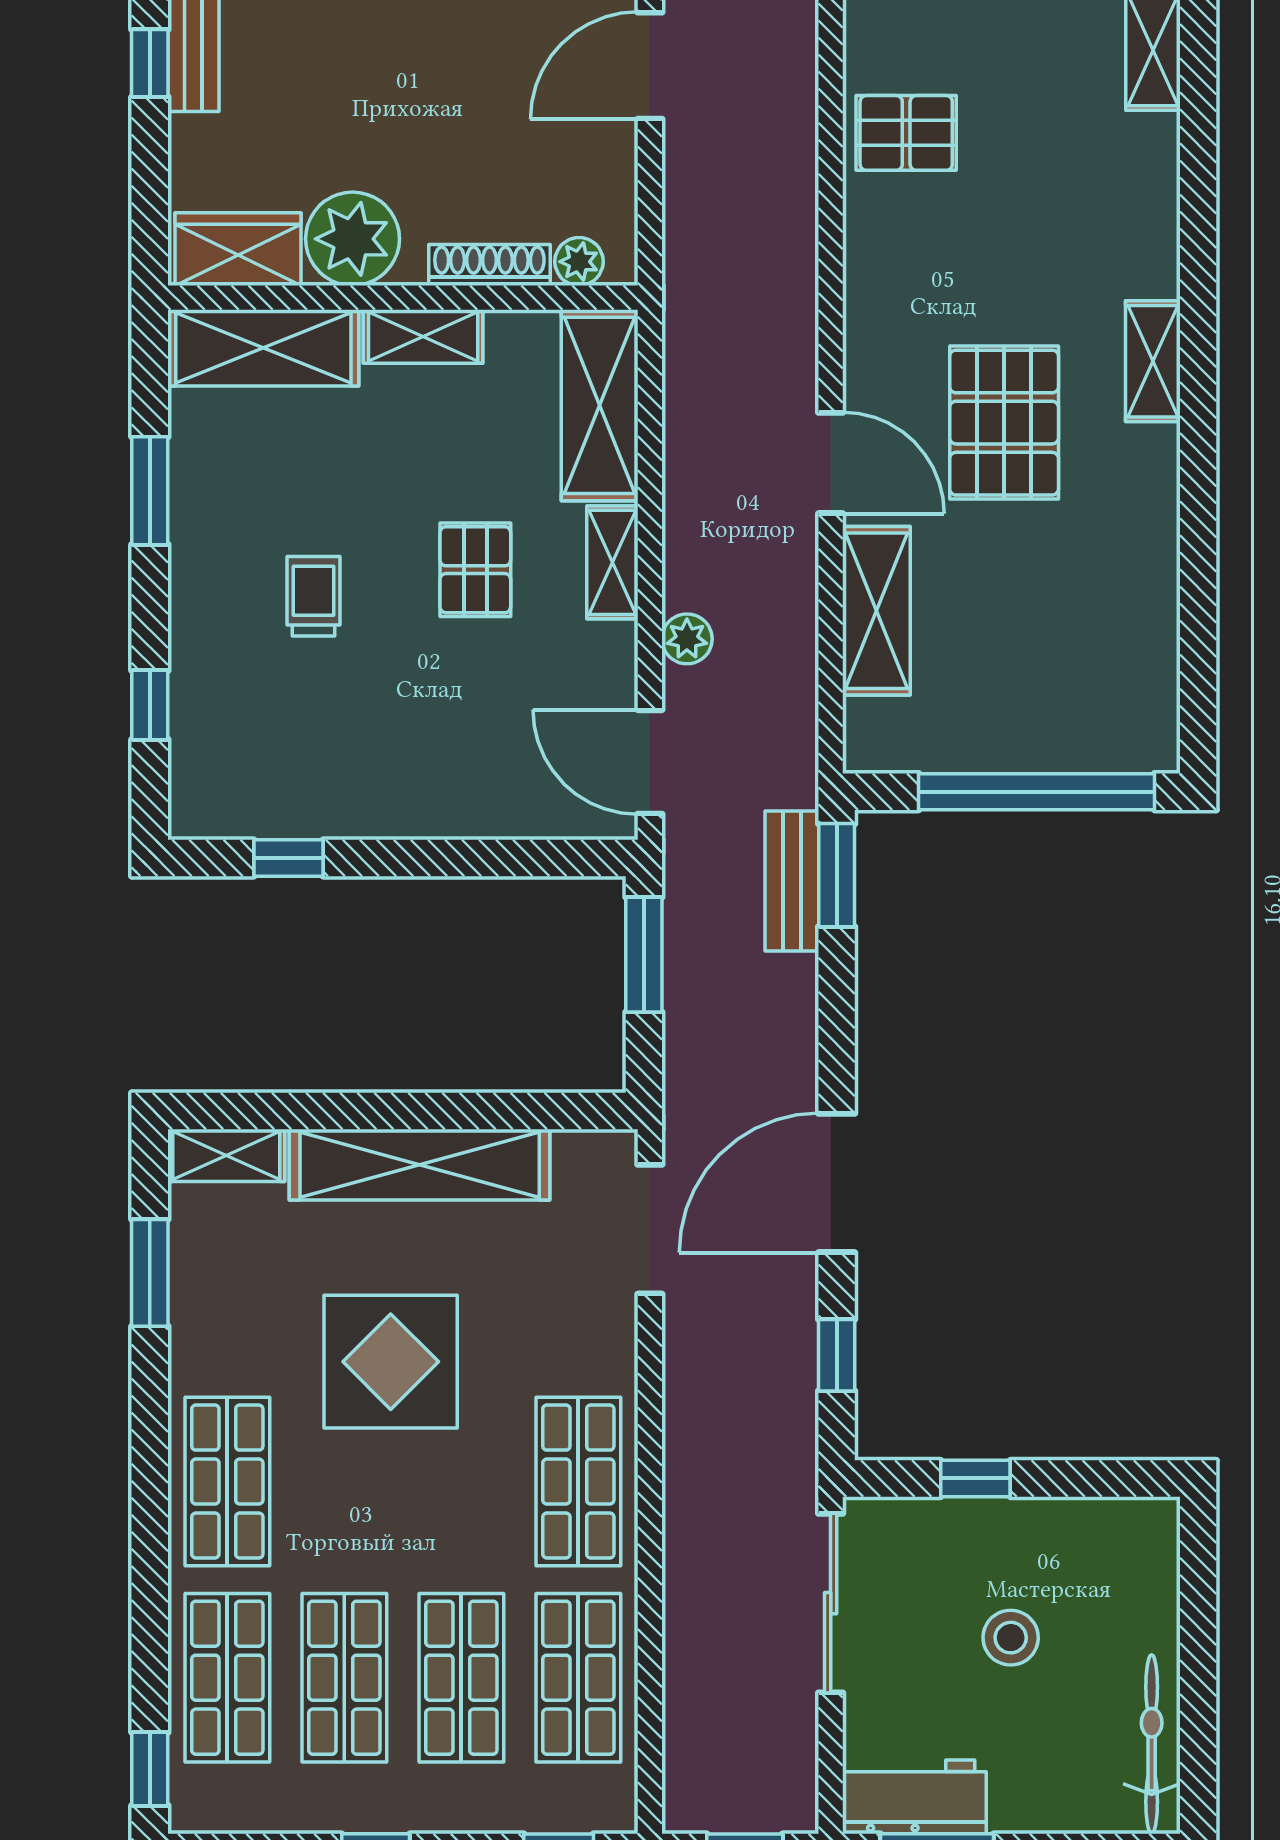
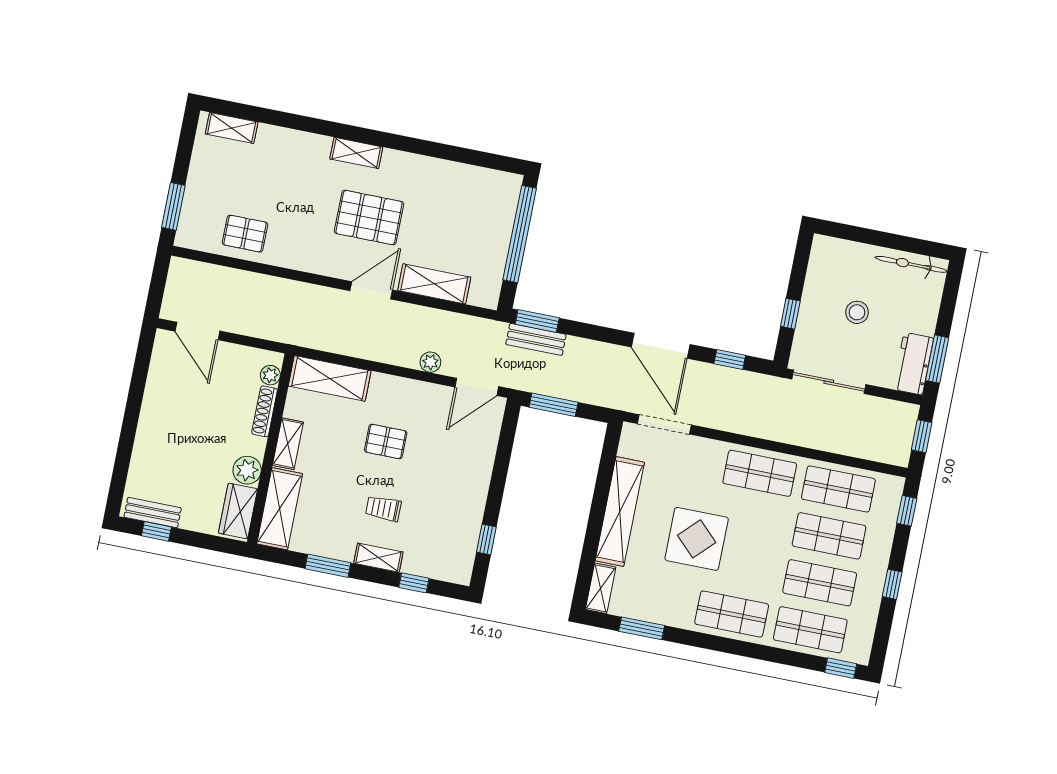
pallet: (906, 133) -> (245, 234), turned 90
plant: (353, 239) -> (247, 470), width x0.73, depth x0.73
shelving: (612, 562) -> (378, 558), moved

